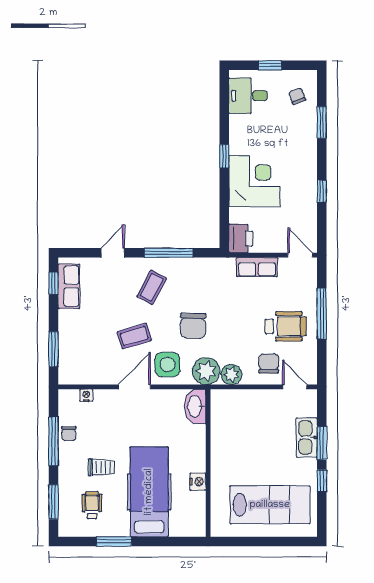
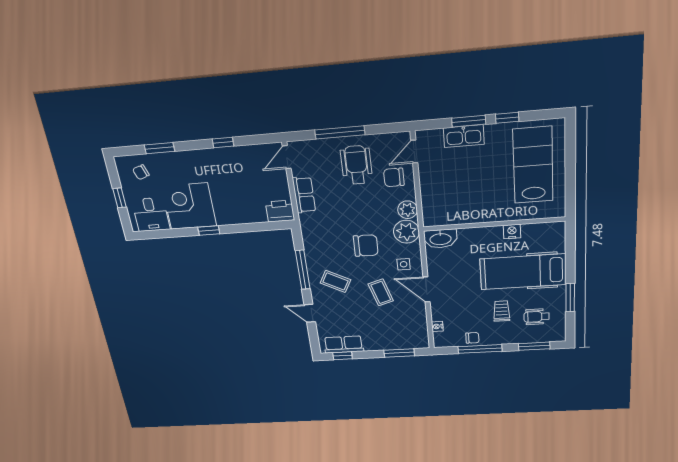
corner desk: (254, 181) -> (189, 206), moved
side table: (167, 365) -> (404, 264), width x0.54, depth x0.54

